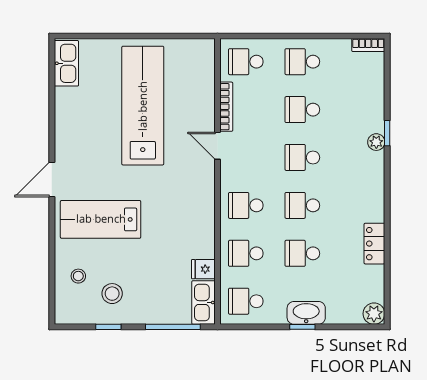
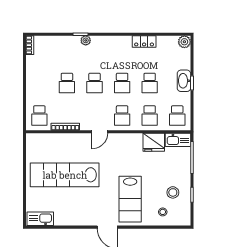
school desk: (302, 62) -> (39, 83), removed
door: (218, 146) -> (100, 132), moved
fridge: (203, 269) -> (154, 142), width x1.88, depth x1.34

